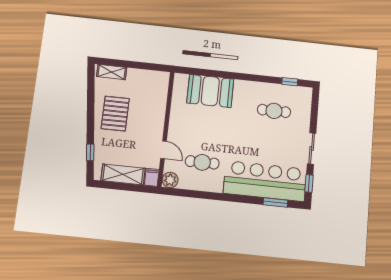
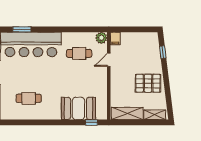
window: (290, 82) -> (92, 122), moved
pallet: (115, 114) -> (148, 83), turned 90
door: (163, 150) -> (109, 60), hinge flipped
shelving: (123, 174) -> (127, 113), moved

